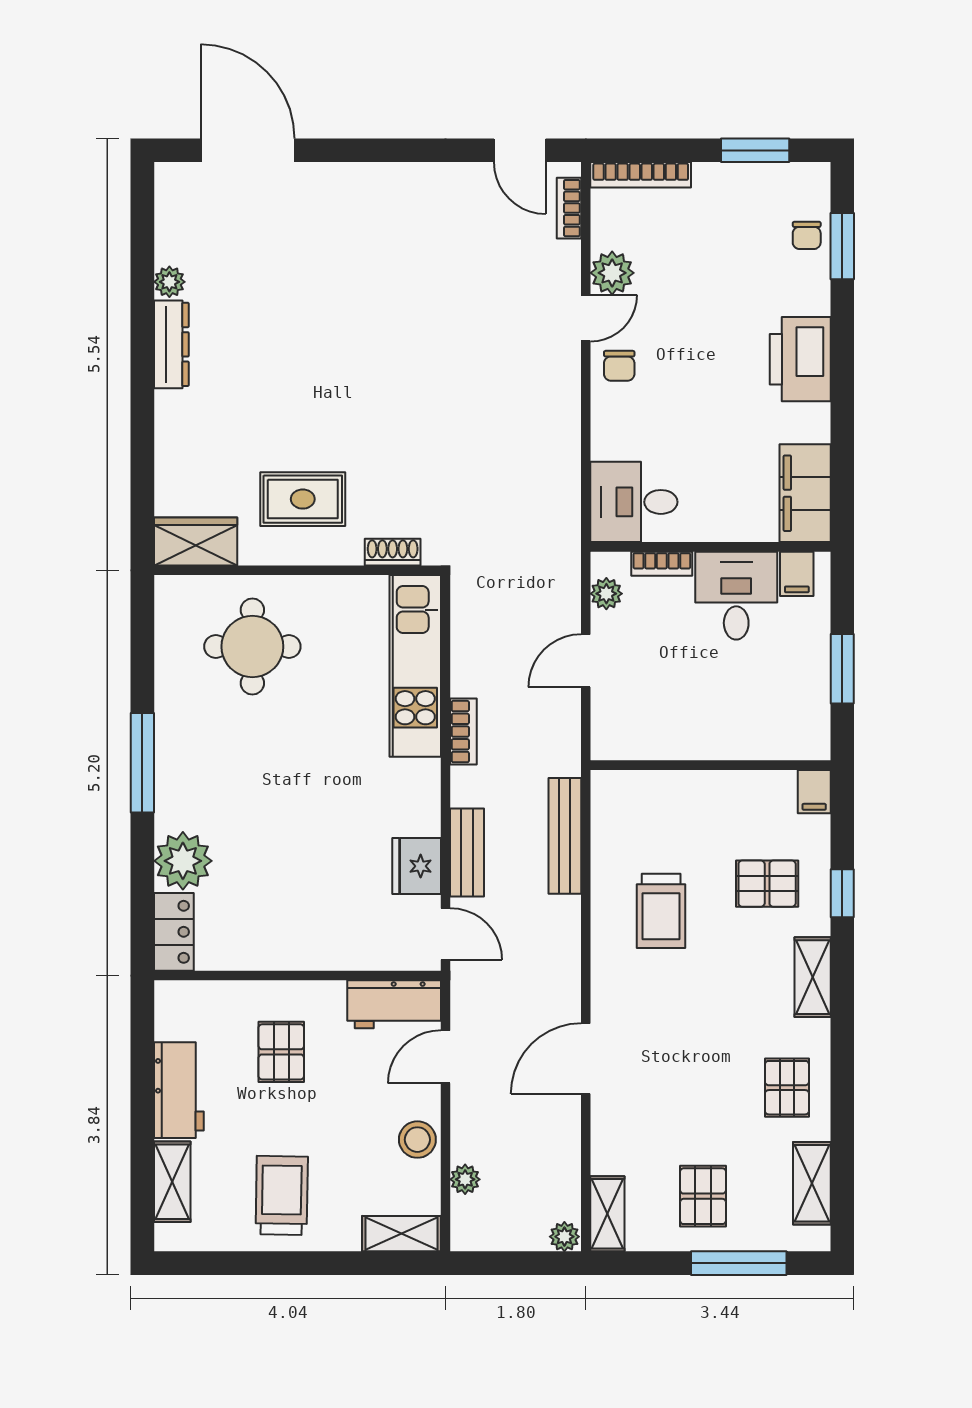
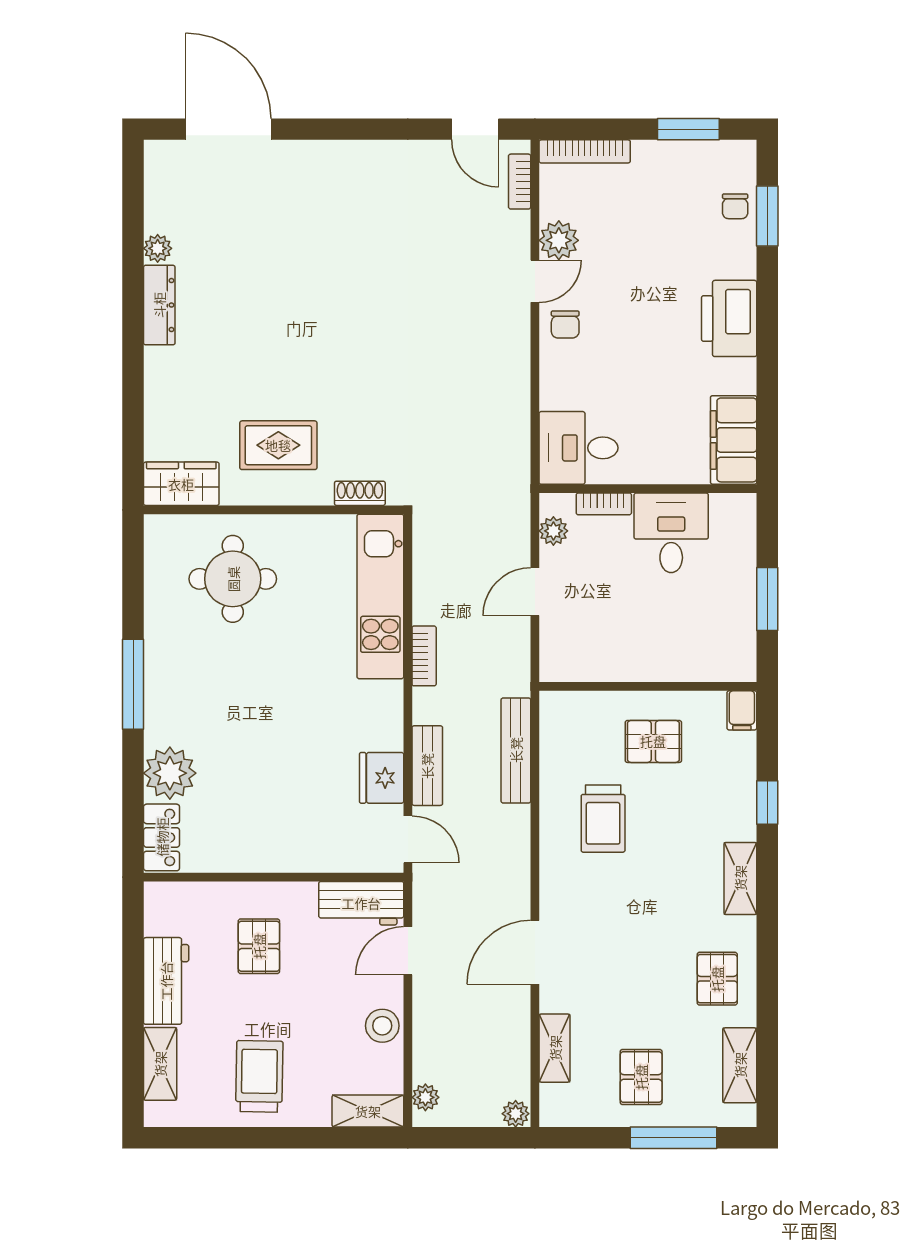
filing cabinet: (797, 574) -> (726, 513), removed
pallet: (767, 884) -> (653, 741), moved
plant: (465, 1179) -> (425, 1097), moved
shelving: (607, 1214) -> (555, 1048), moved

